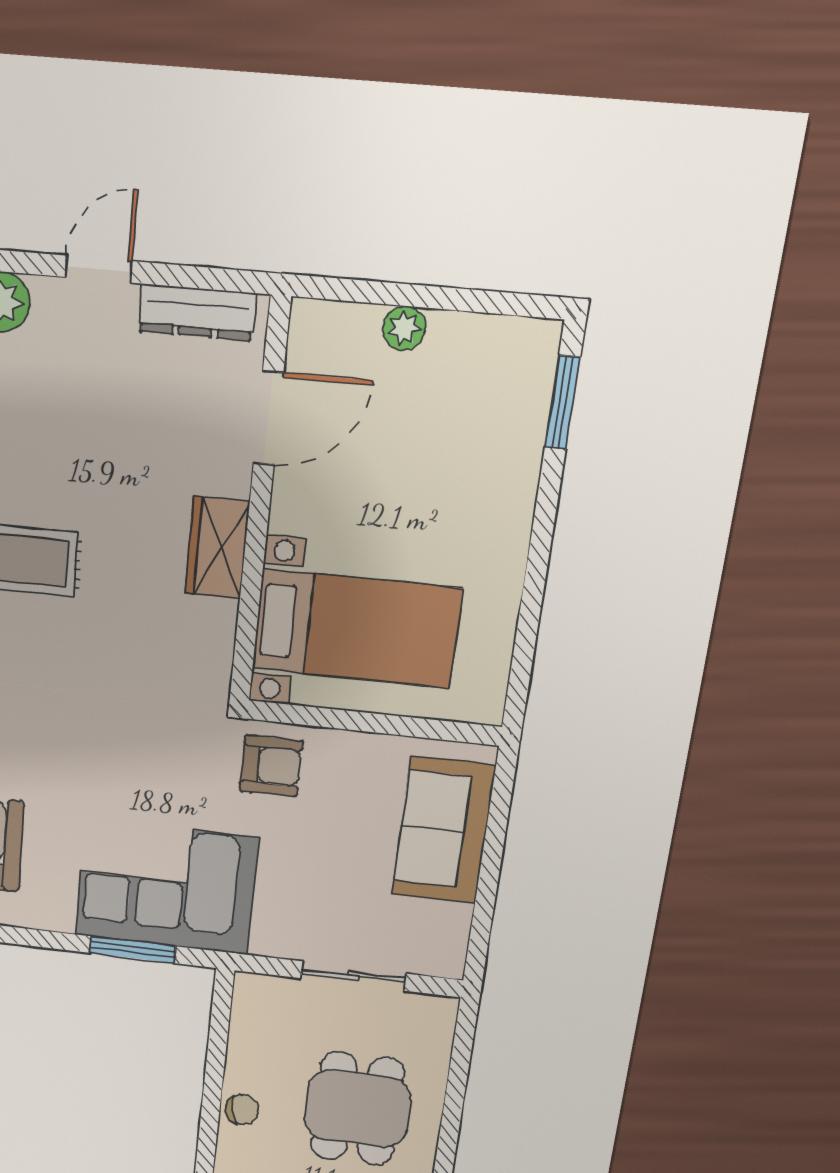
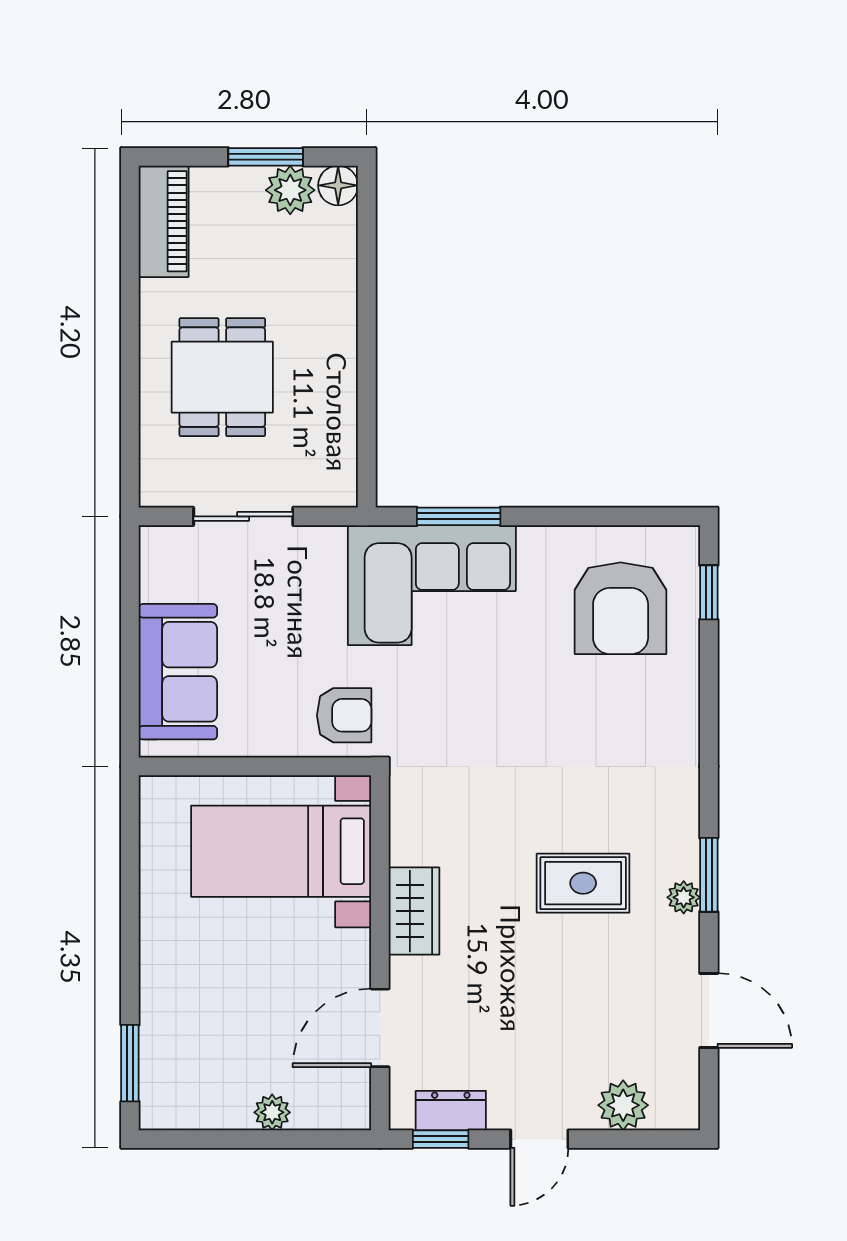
window: (212, 279) -> (441, 1139), added
dresser: (197, 312) -> (451, 1111), width x0.70
armchair: (271, 766) -> (344, 715), turned 180
chair: (242, 1110) -> (335, 360), removed

